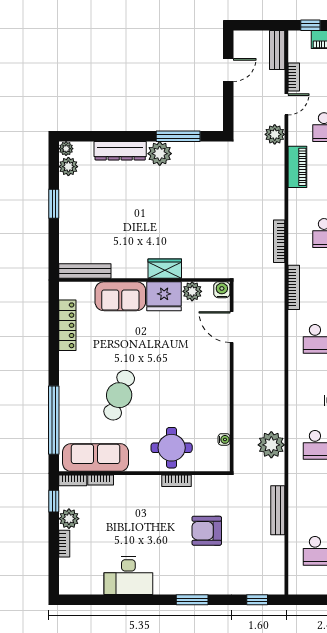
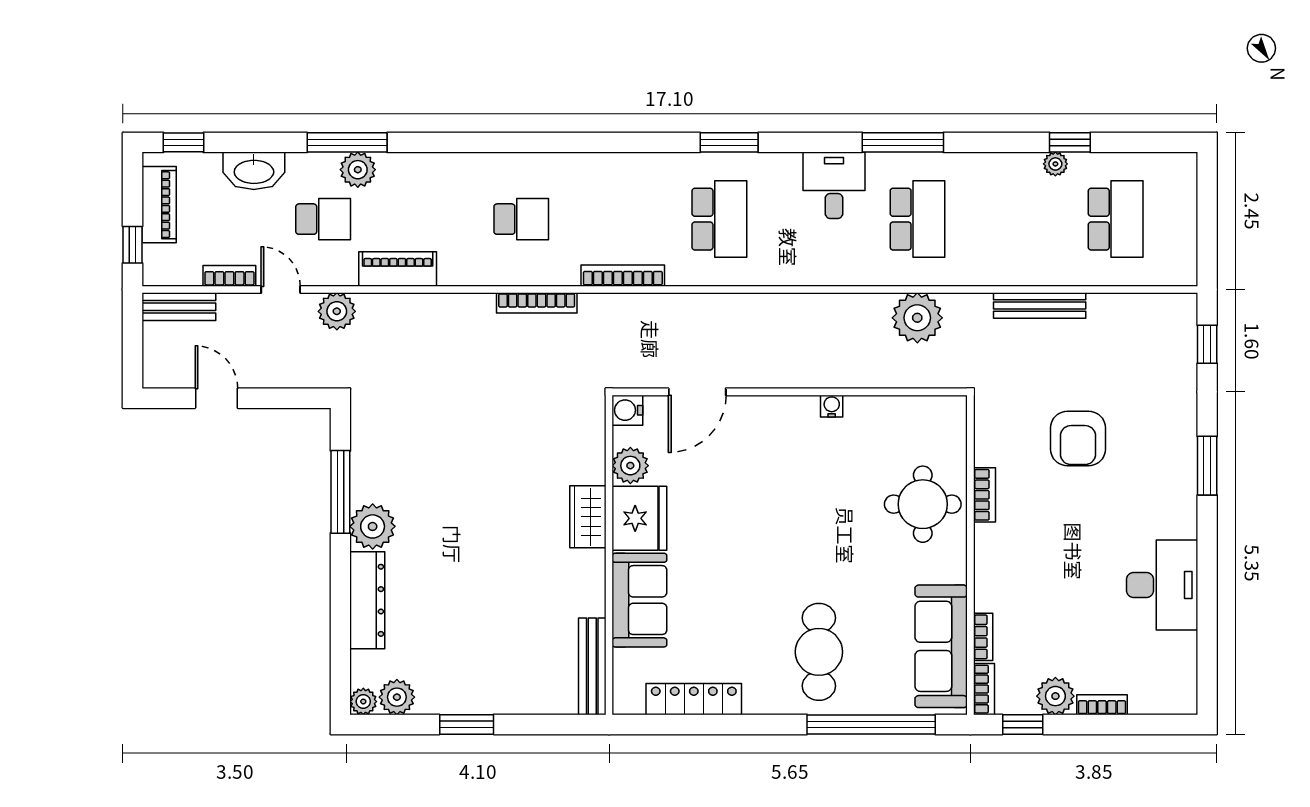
cafe table: (119, 395) -> (819, 652), moved, turned 69
water cooler: (224, 439) -> (832, 406), moved

